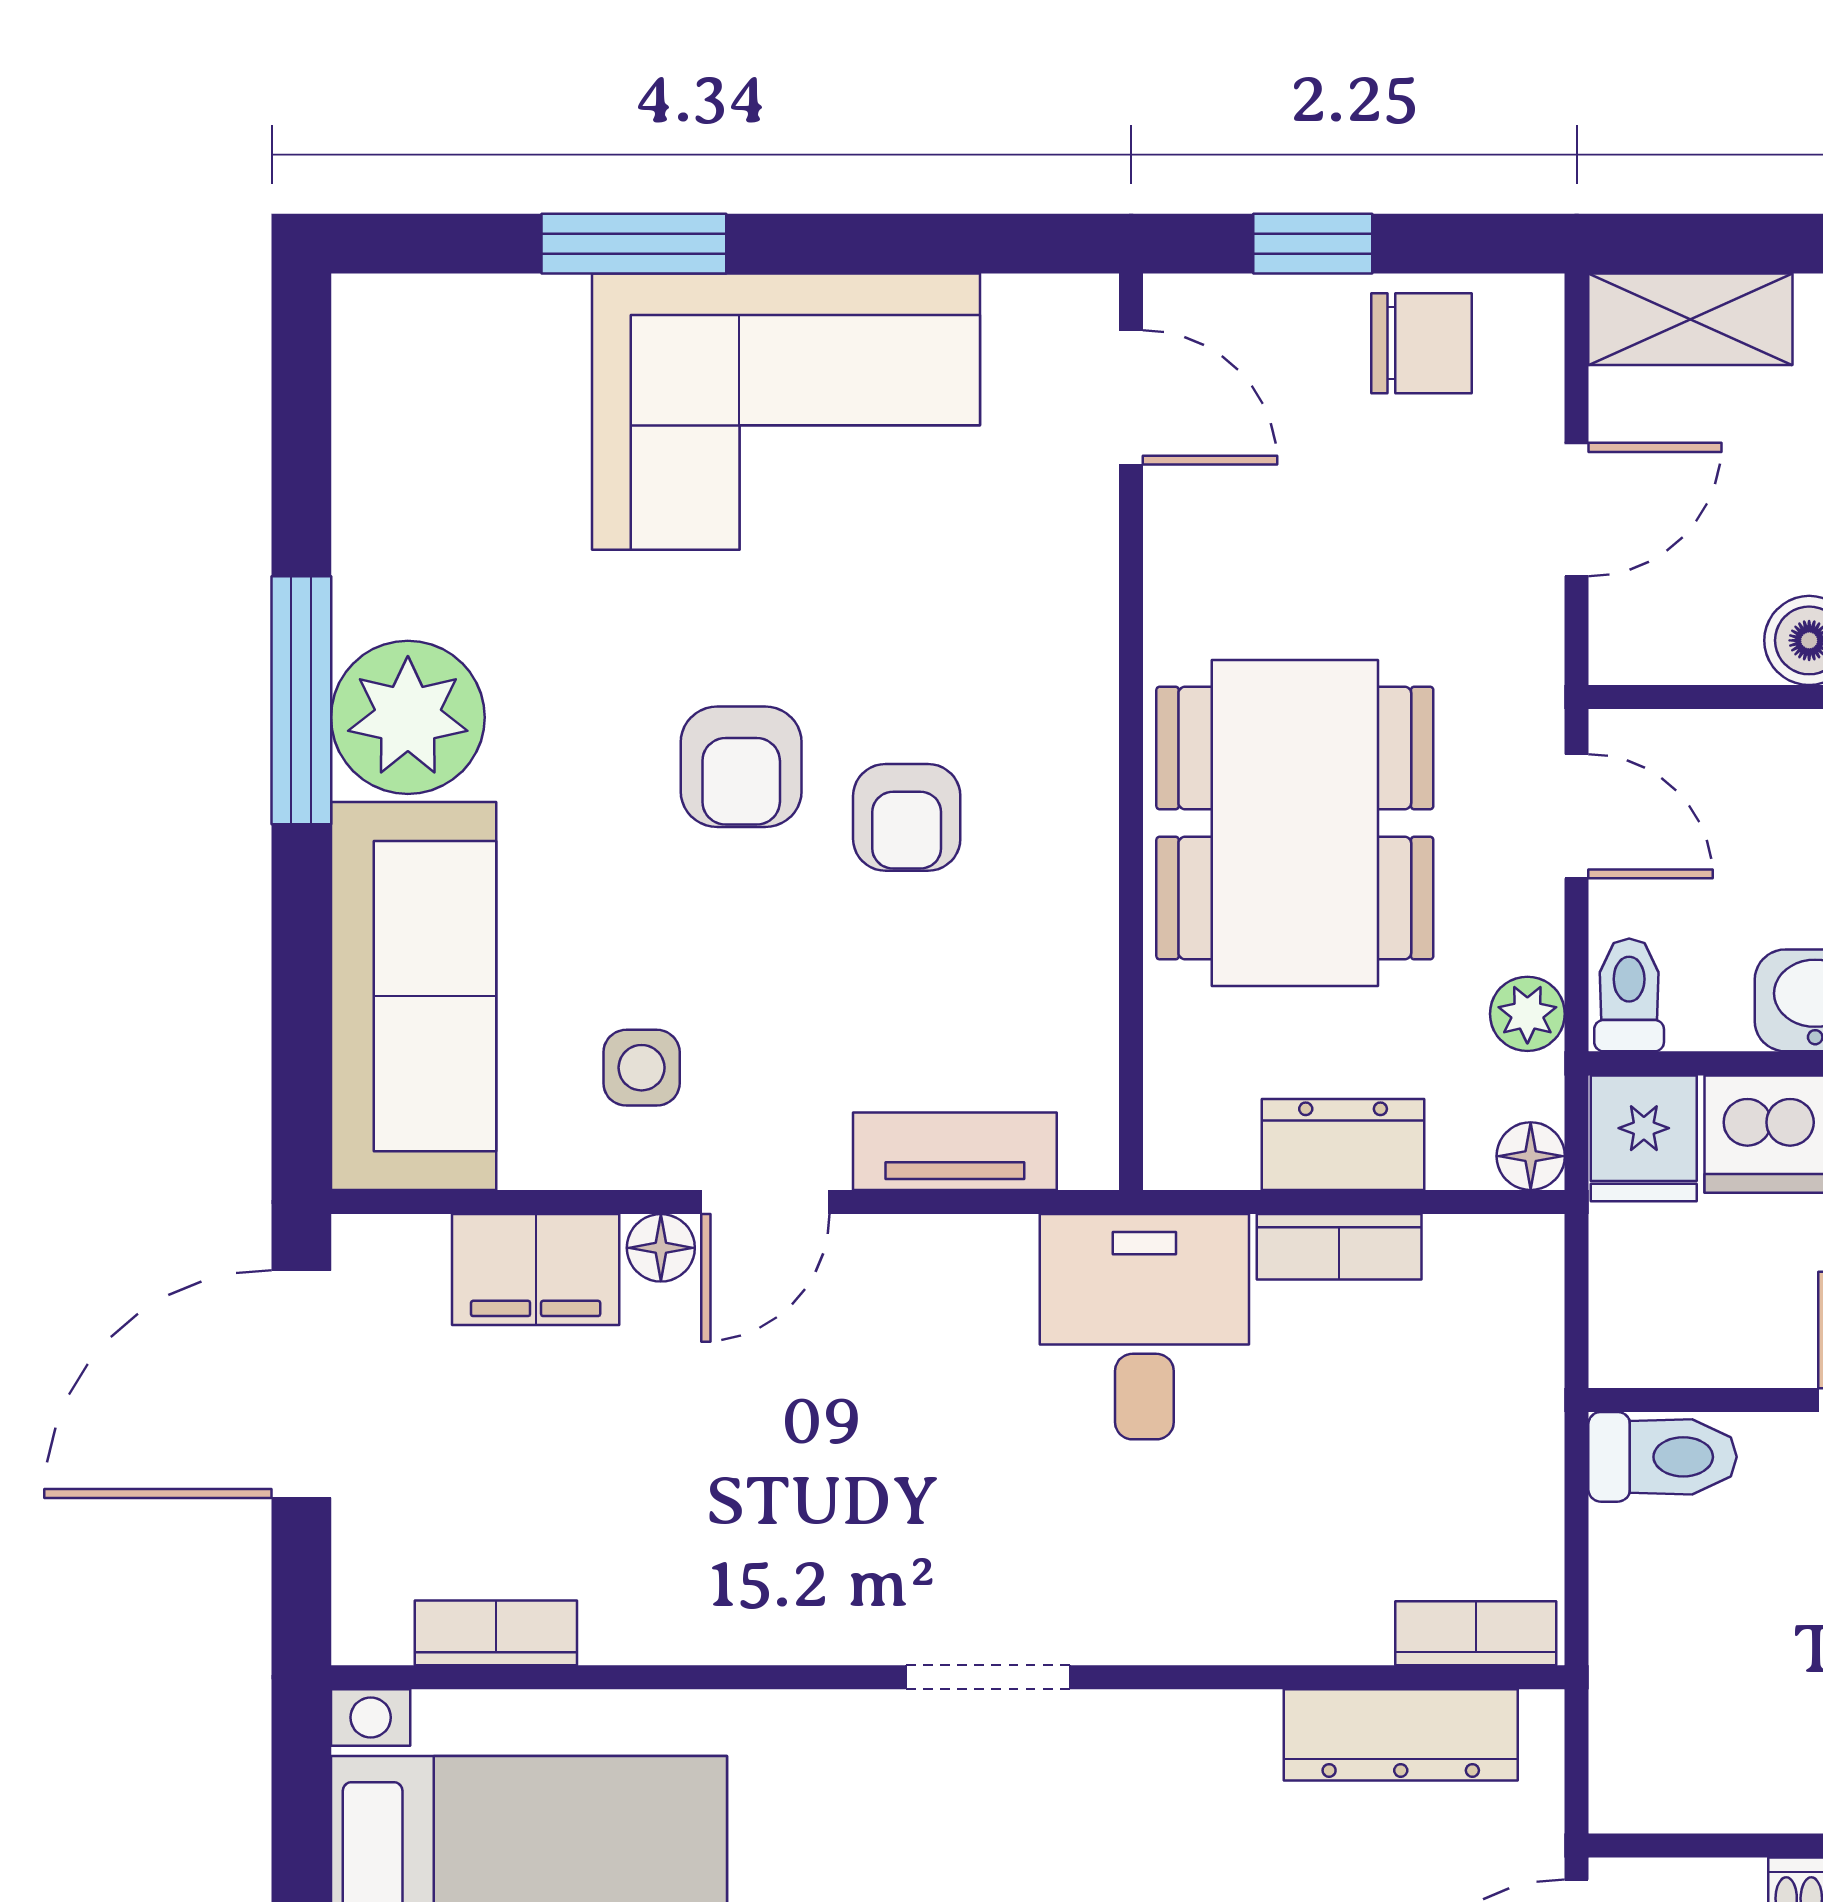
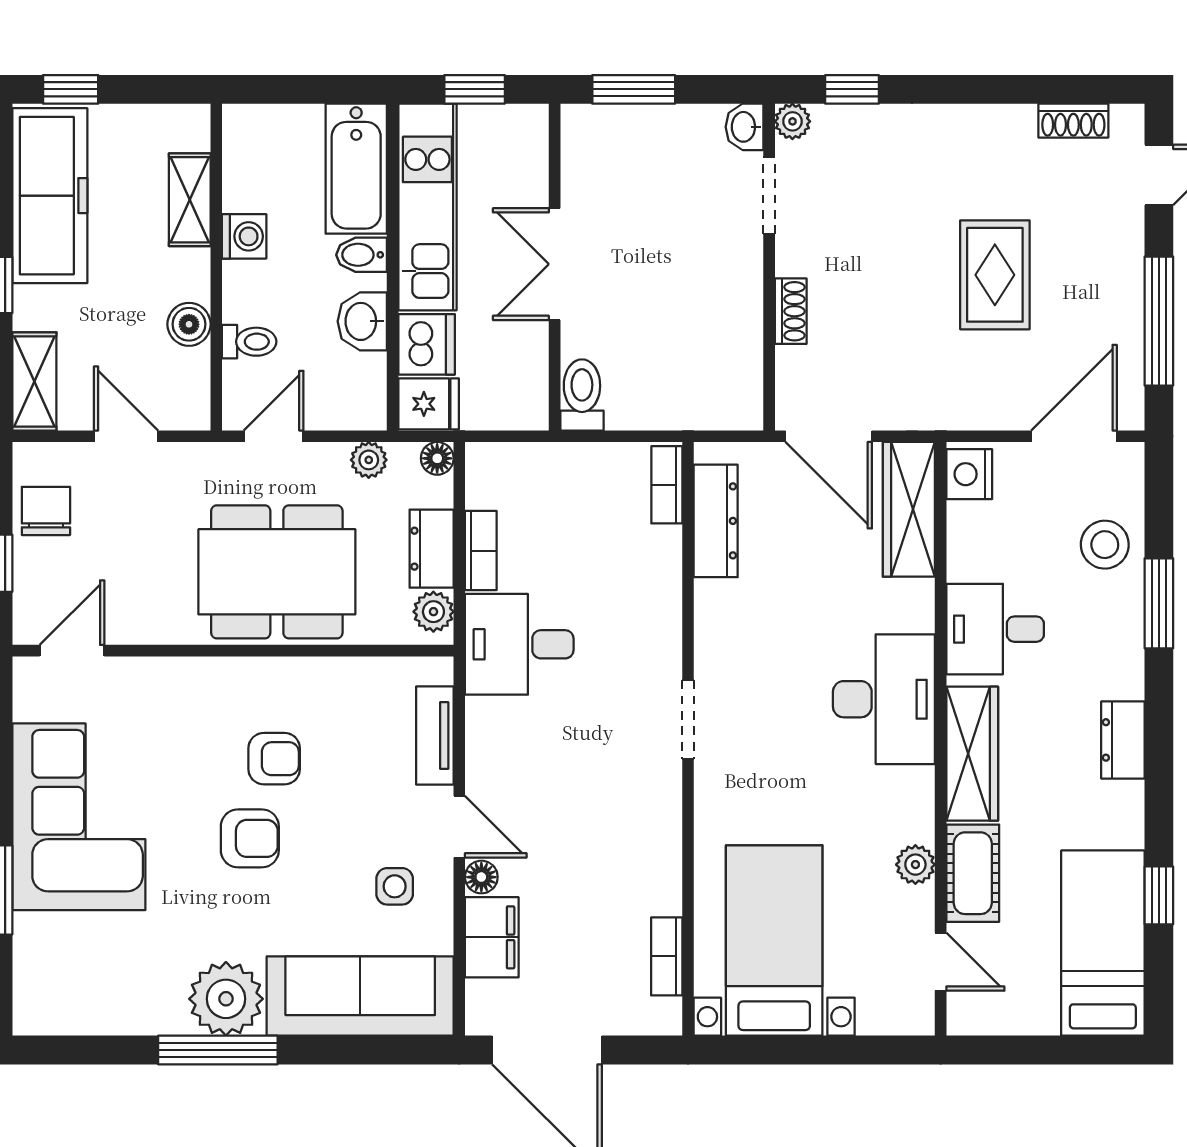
toilet: (1629, 995) -> (249, 342), moved, turned 180
plant: (1212, 1148) -> (433, 612), added

